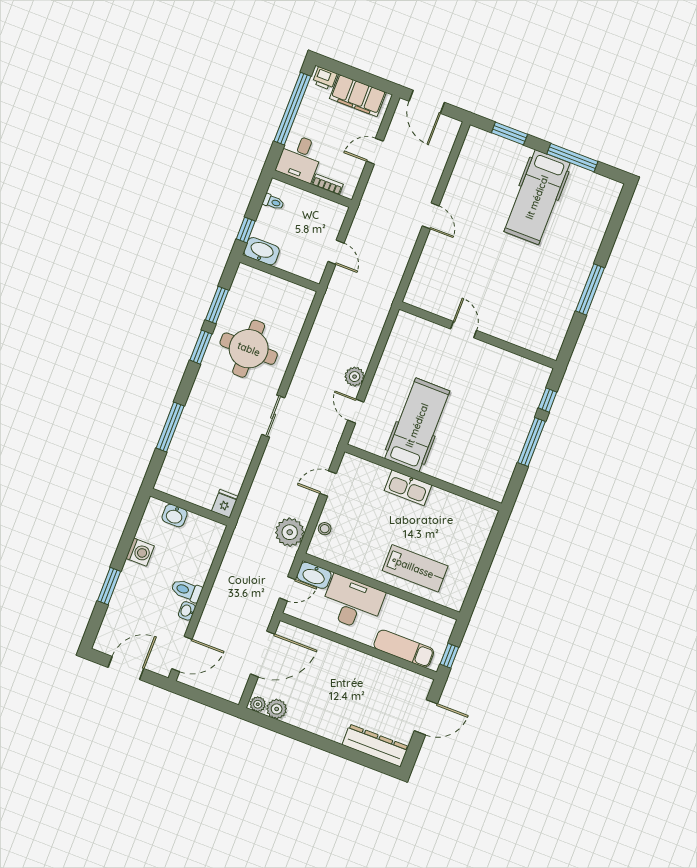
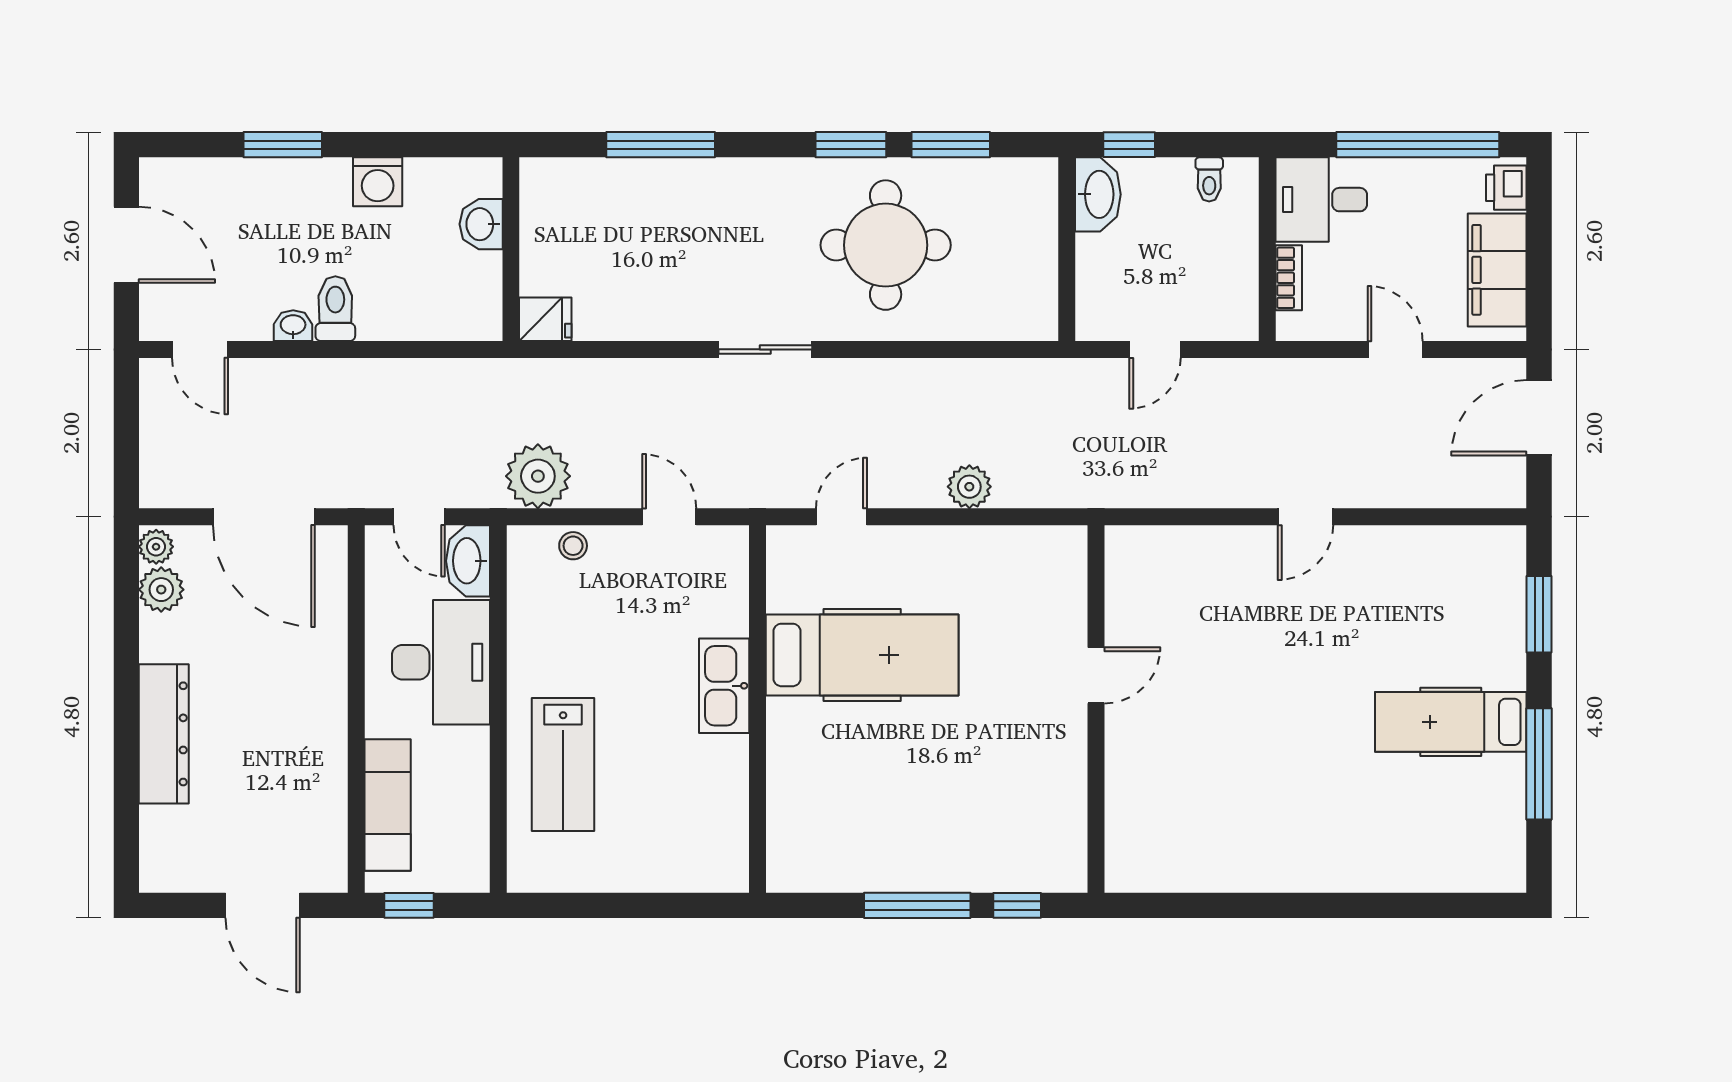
hospital bed: (537, 197) -> (1451, 722), width x0.73, depth x0.78
window: (590, 289) -> (1280, 905), removed
plant: (355, 377) -> (969, 487), moved
door: (182, 654) -> (200, 349), width x0.73
dresser: (375, 746) -> (164, 734), moved

